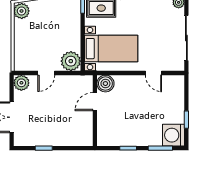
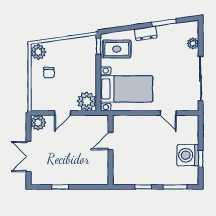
chair: (32, 32) -> (49, 73), added
boiler: (105, 84) -> (121, 123), removed
washing machine: (173, 135) -> (188, 155), moved

